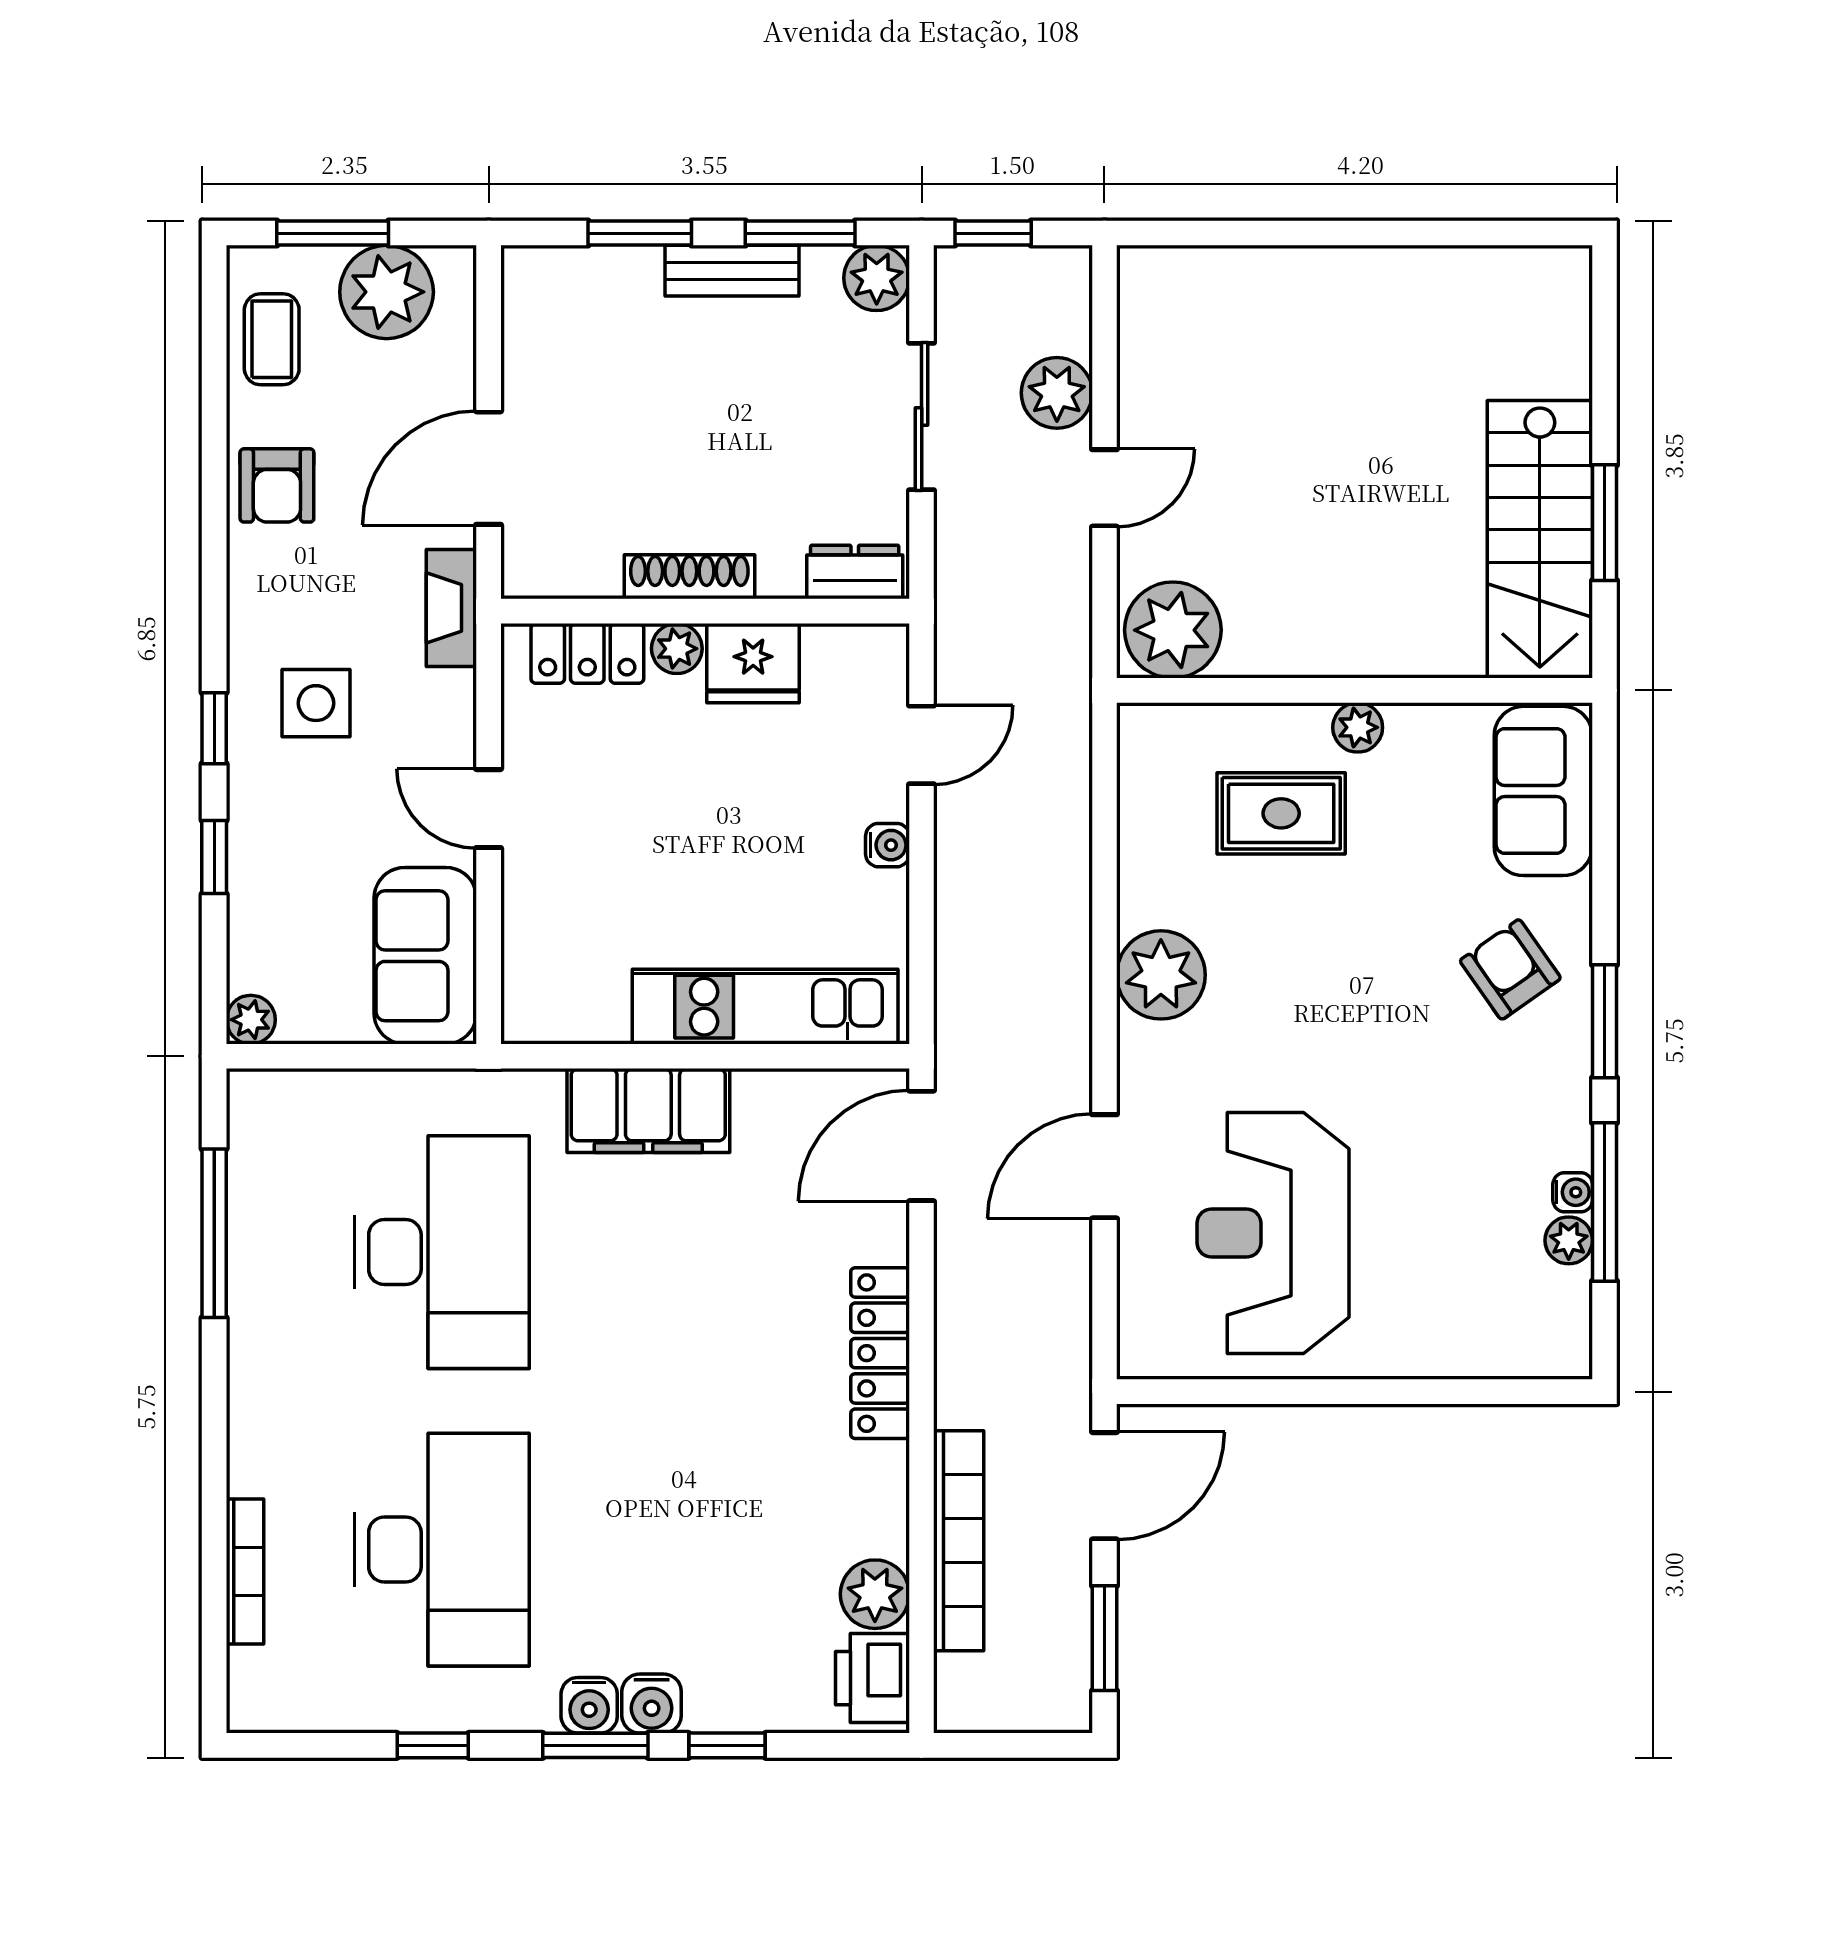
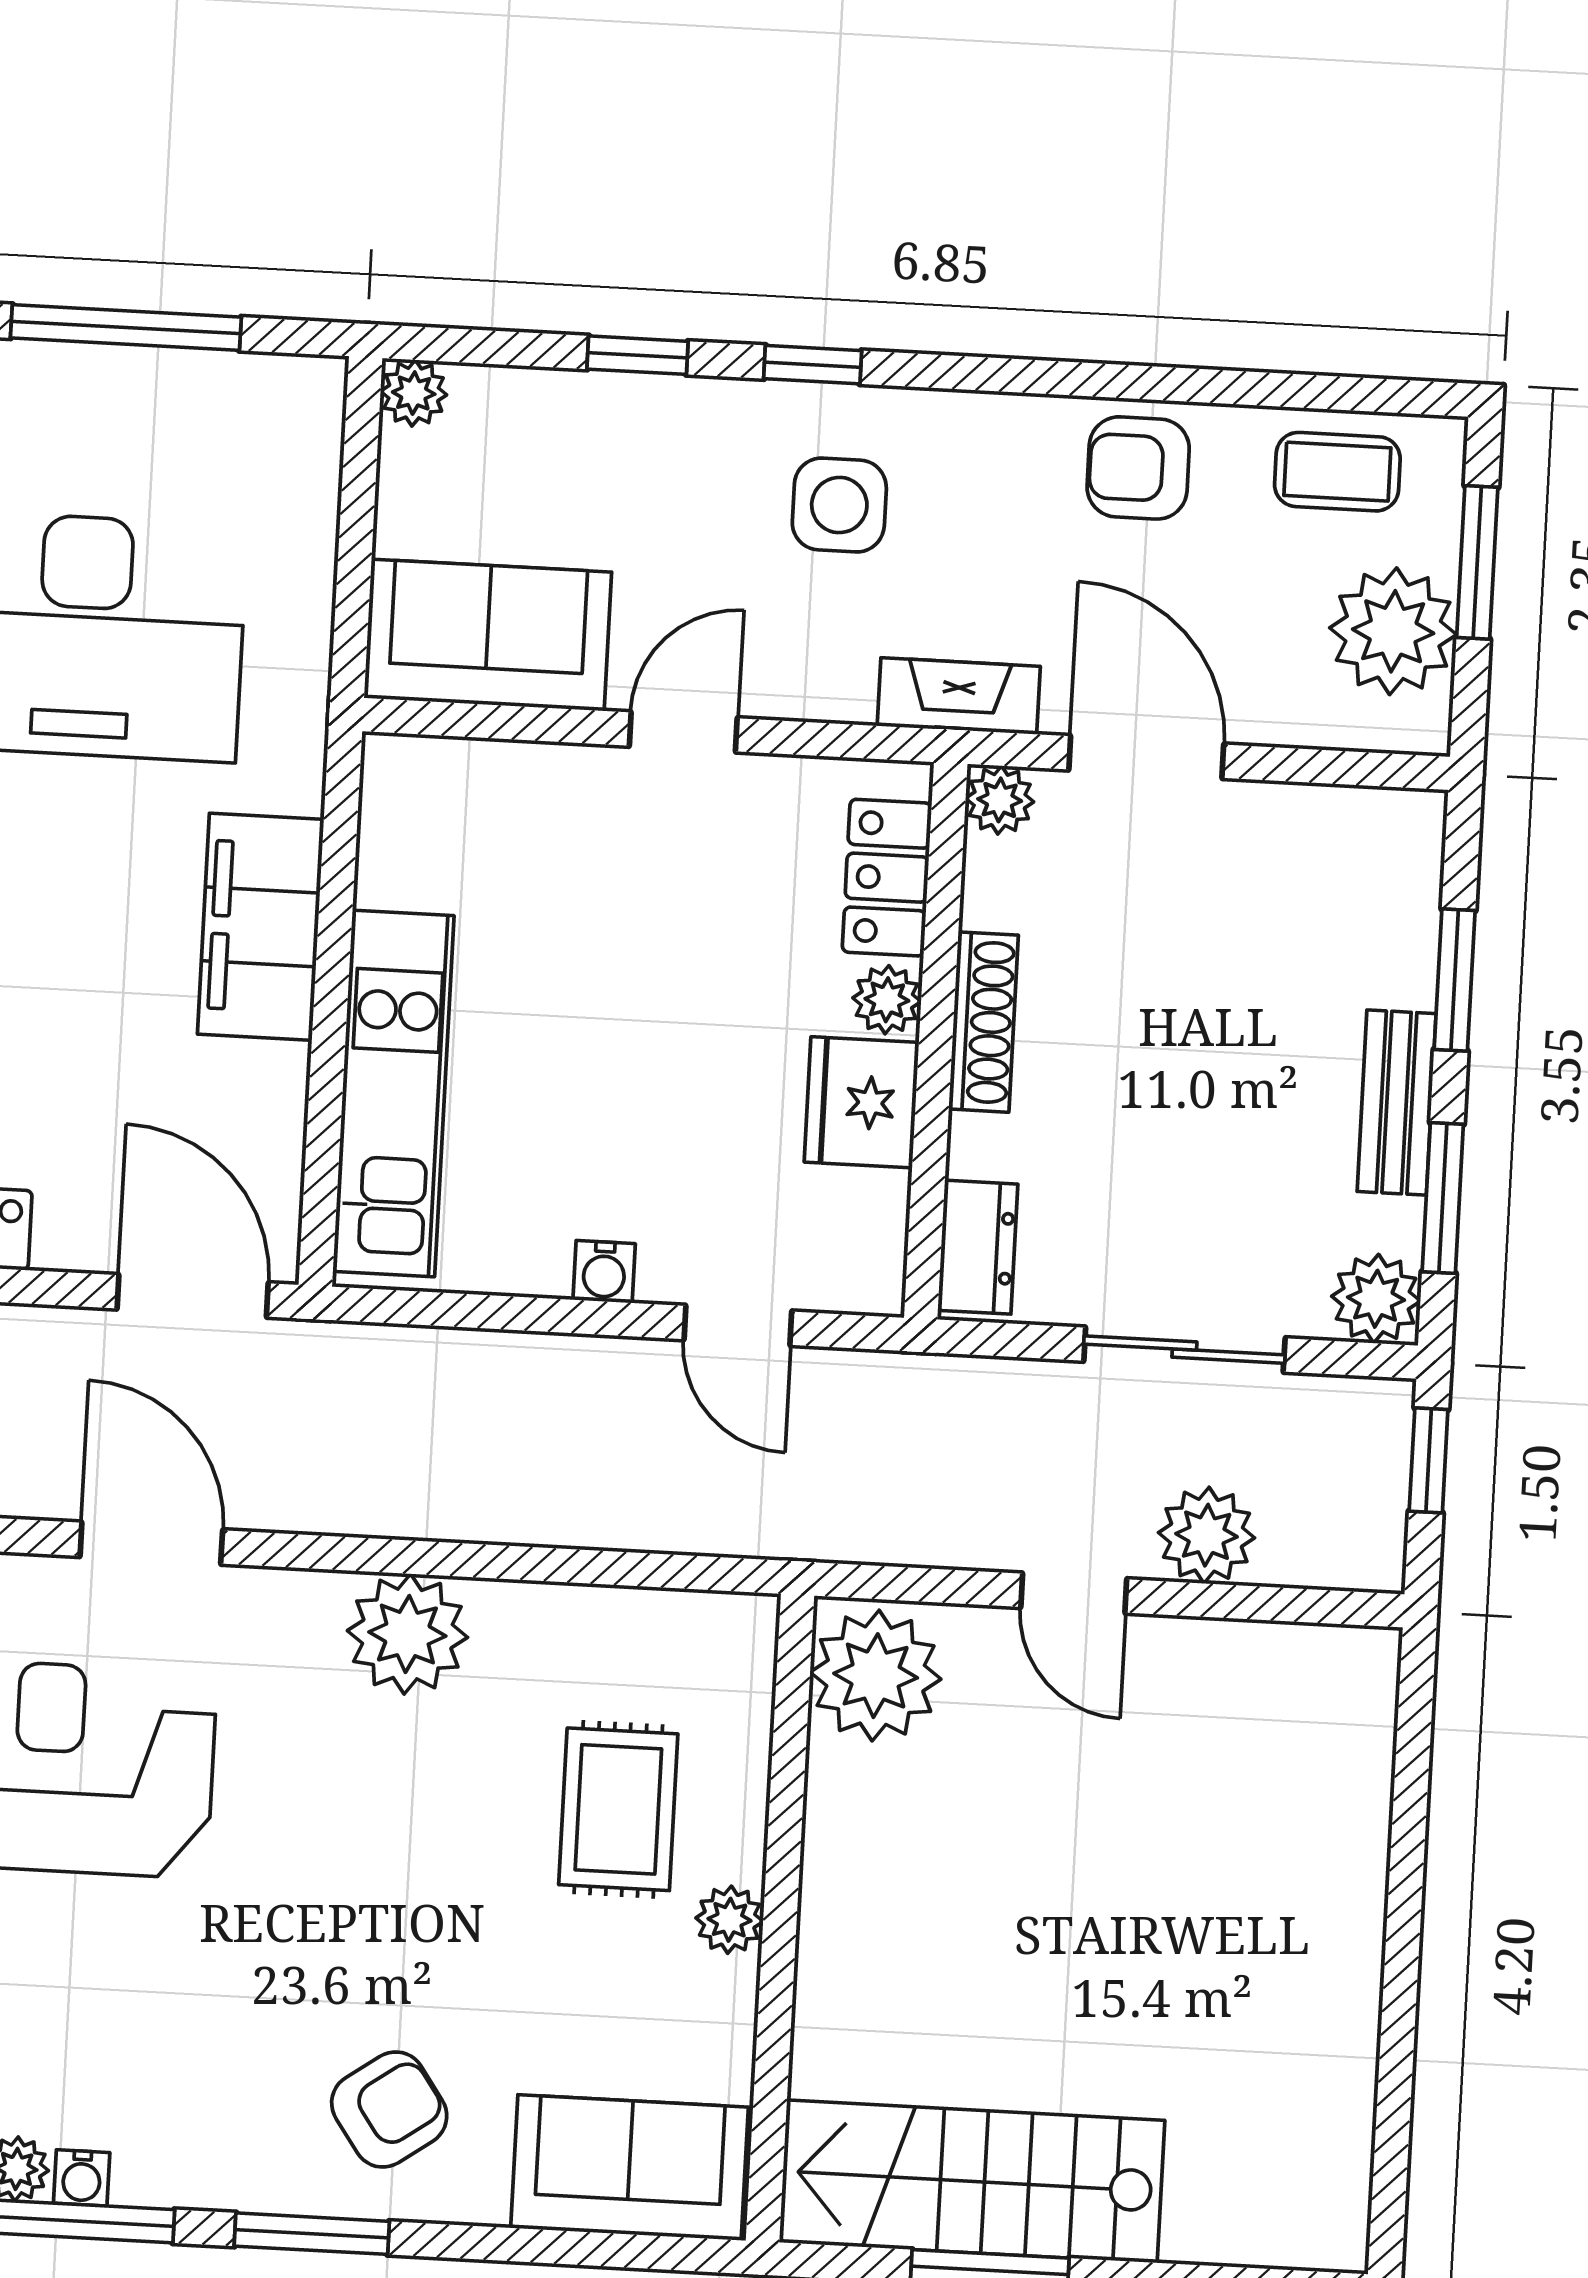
plant: (526, 574) -> (1000, 800), added

